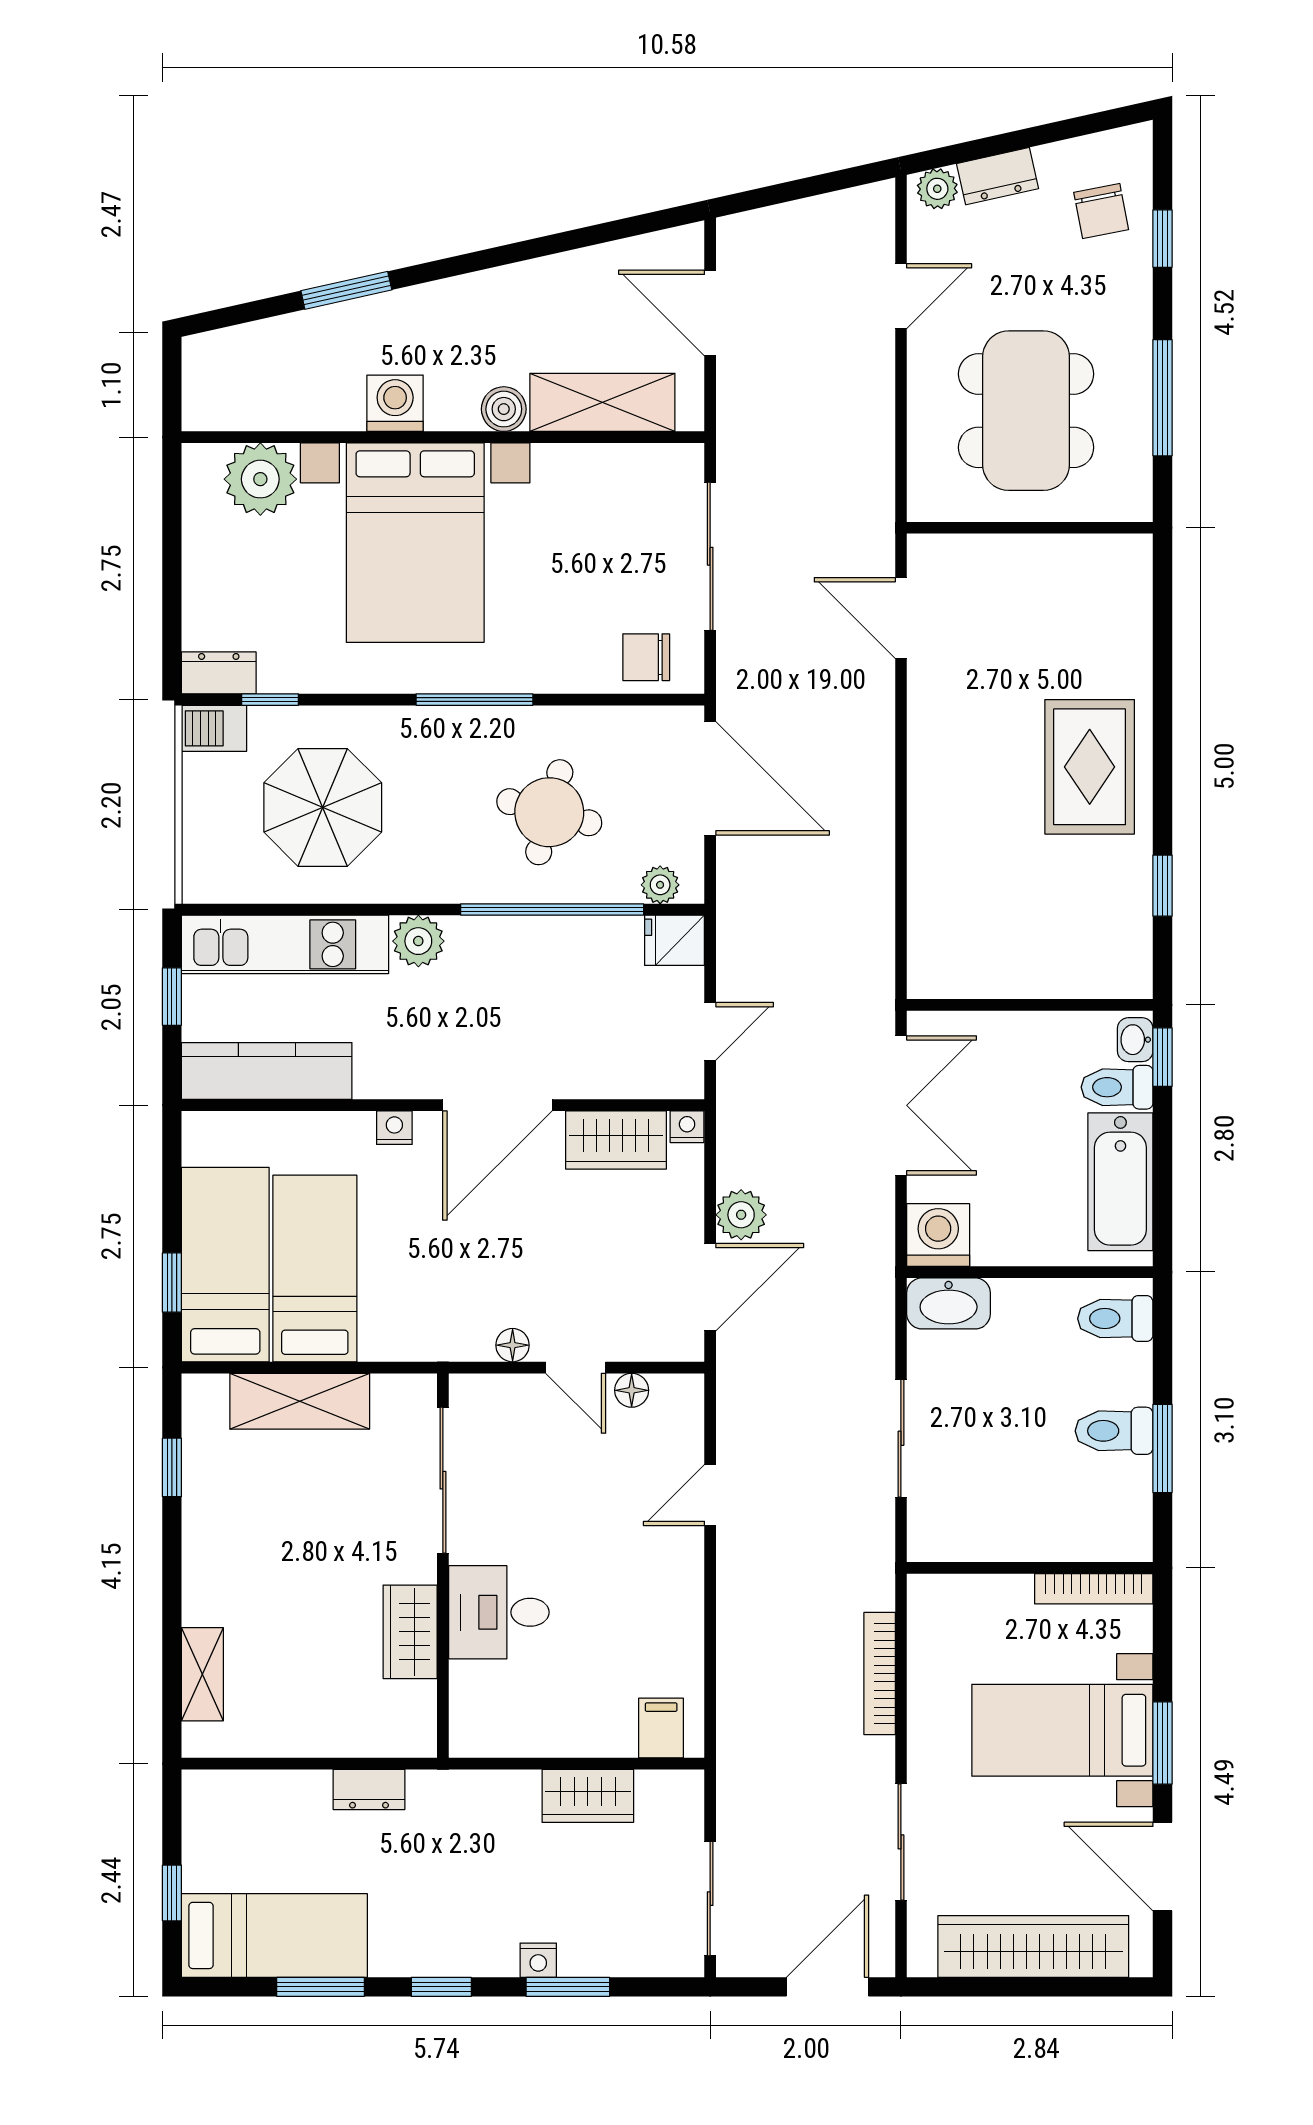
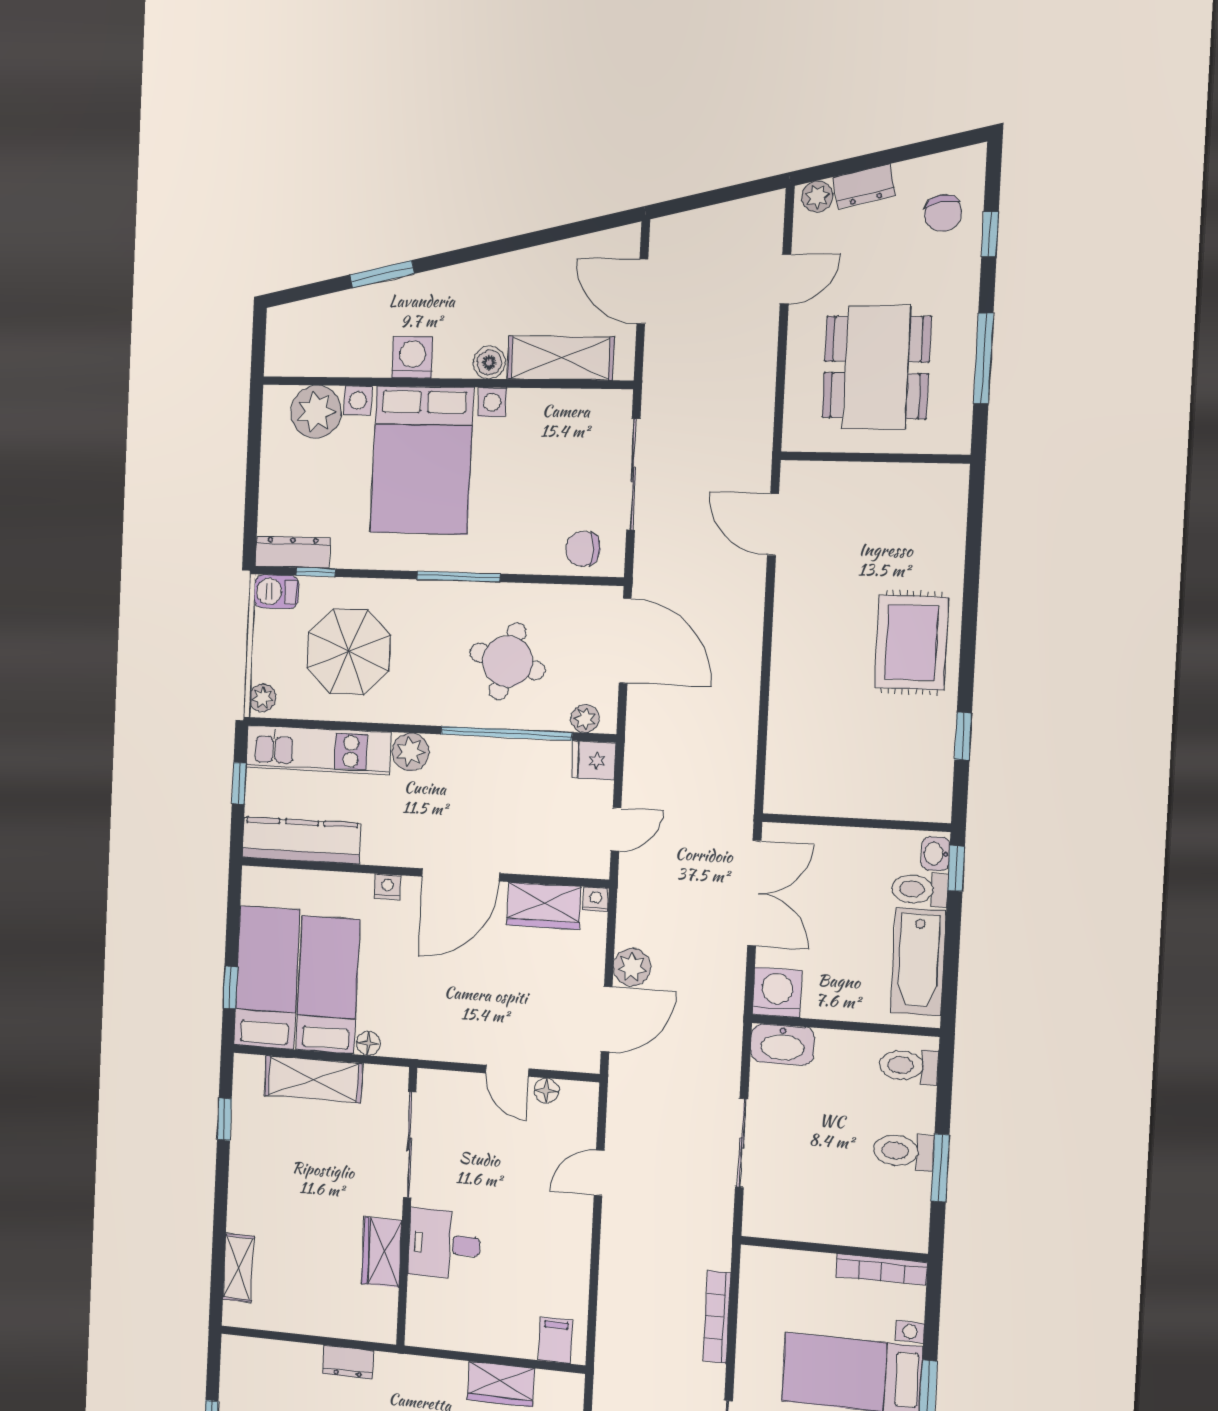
dresser: (219, 673) -> (293, 552), width x1.44
plant: (201, 876) -> (263, 698), added
floor lamp: (513, 1345) -> (368, 1043), moved

